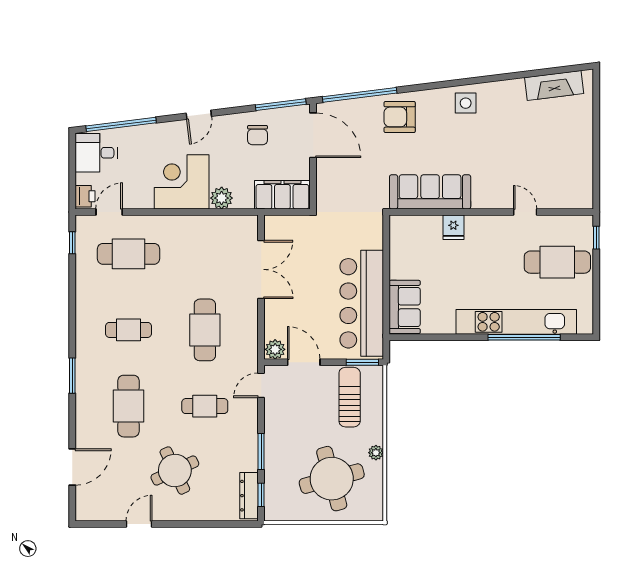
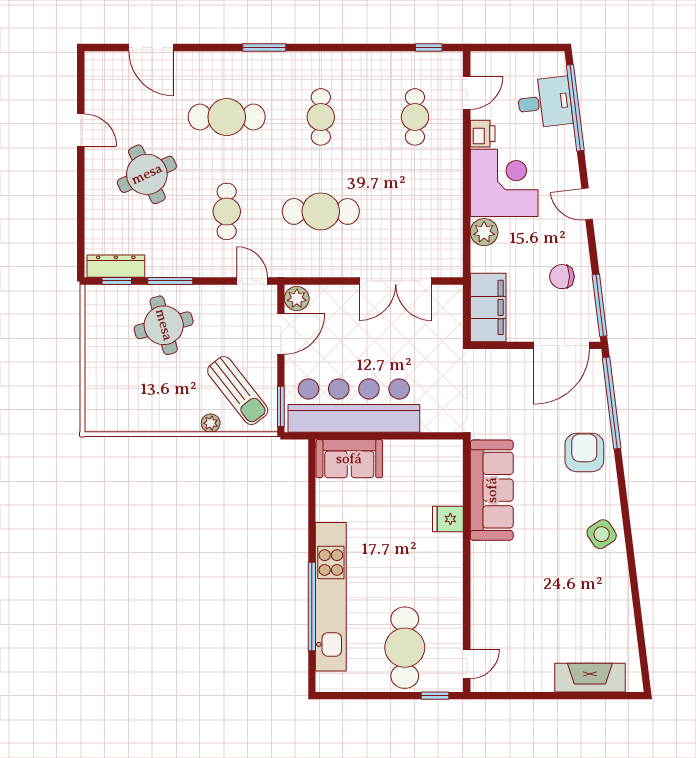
fireplace: (554, 85) -> (590, 678), moved, turned 97
side table: (466, 103) -> (602, 534), turned -33
desk: (96, 153) -> (545, 103), moved, turned 83
printer: (85, 196) -> (483, 134), moved, turned -90
door: (109, 212) -> (467, 93), hinge flipped
door: (525, 212) -> (467, 664), moved
cafe table: (129, 254) -> (415, 117), width x0.73, depth x0.74
sun lounger: (350, 397) -> (238, 391), turned 52
plant: (376, 453) -> (211, 423), moved
round table: (332, 479) -> (164, 325), moved, width x0.73, depth x0.73

